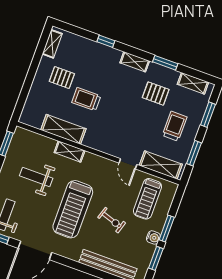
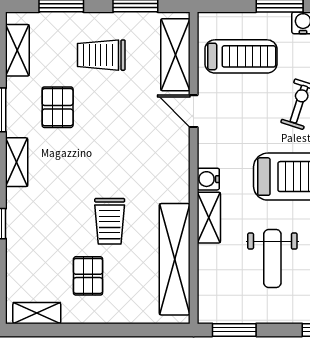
shelving: (63, 129) -> (175, 259), width x1.47
water cooler: (90, 159) -> (208, 179), added
door: (128, 164) -> (194, 111), swing flipped

